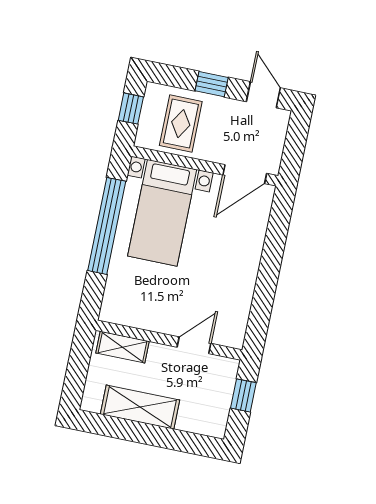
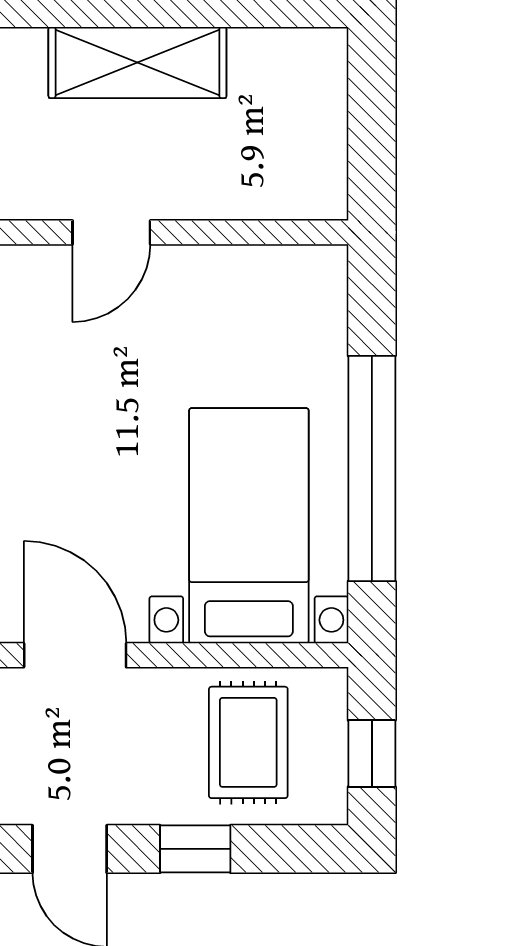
door: (245, 174) -> (75, 655), hinge flipped
shelving: (122, 347) -> (277, 194), removed
shelving: (140, 407) -> (137, 62), moved

